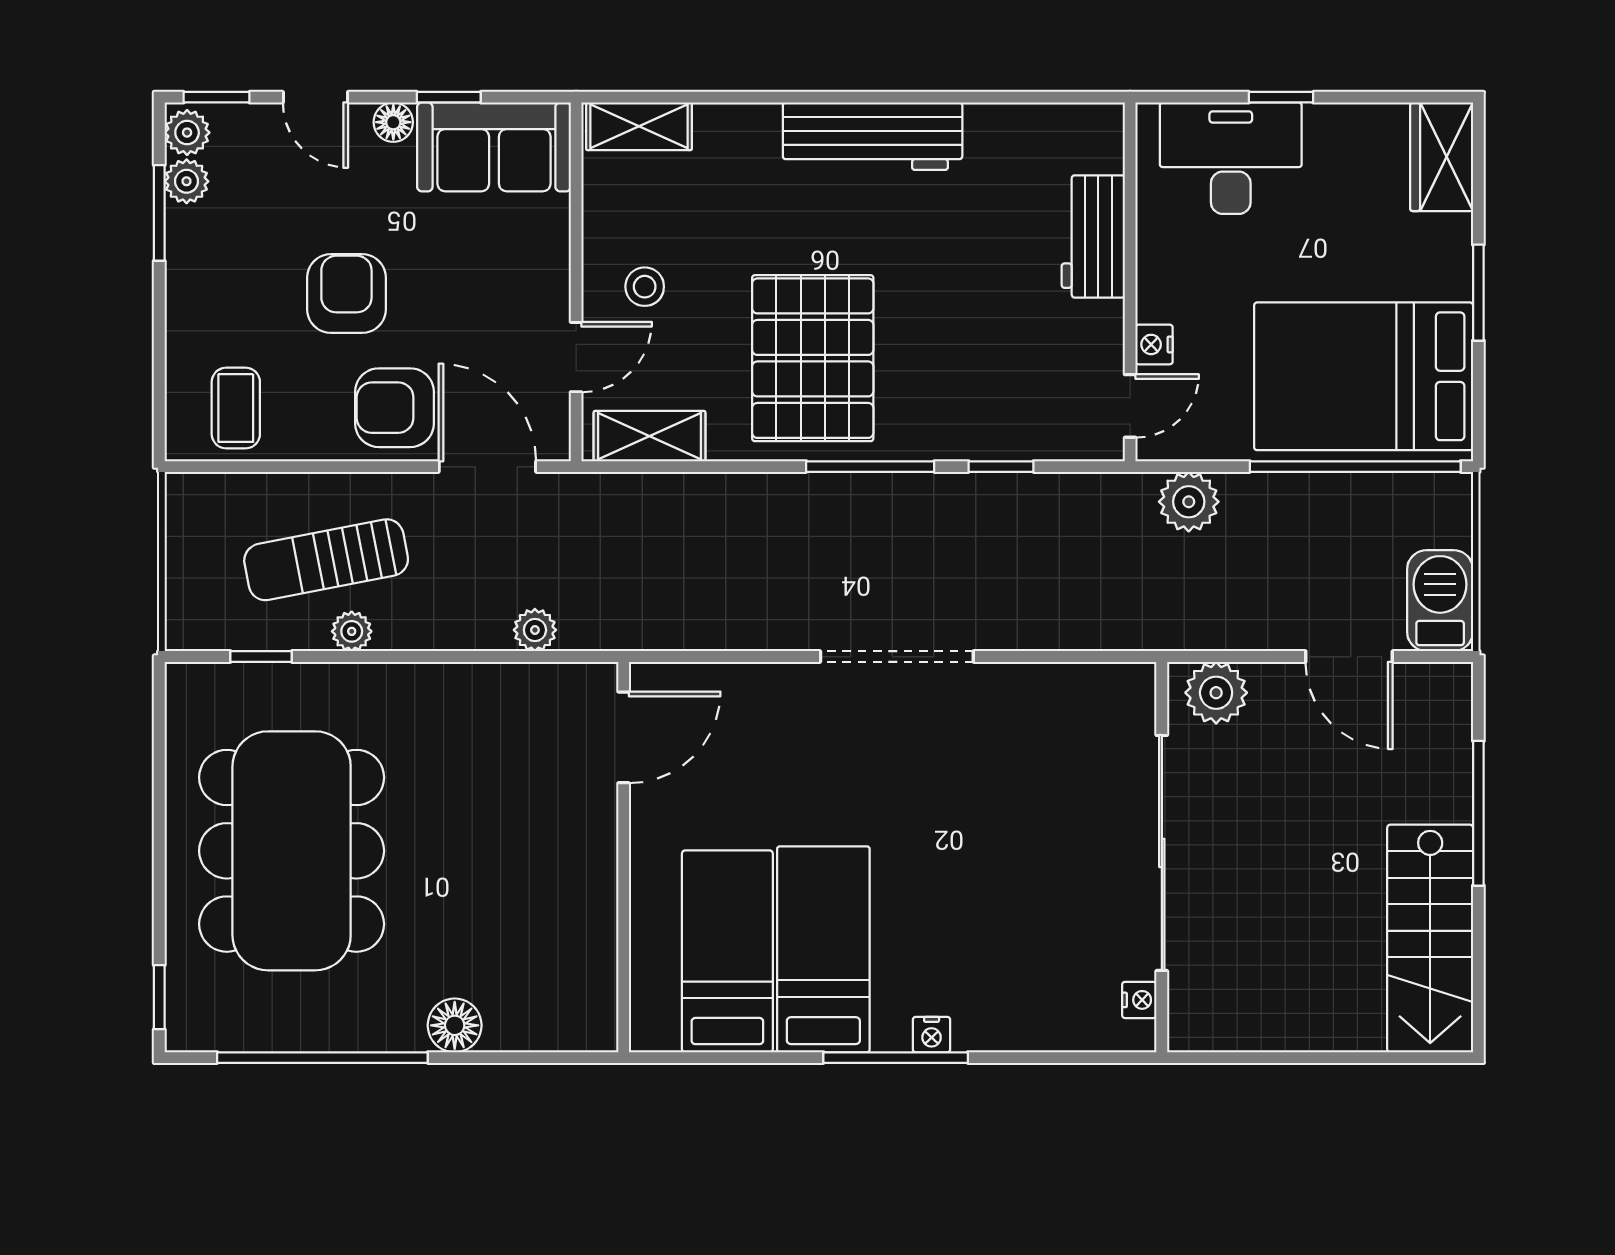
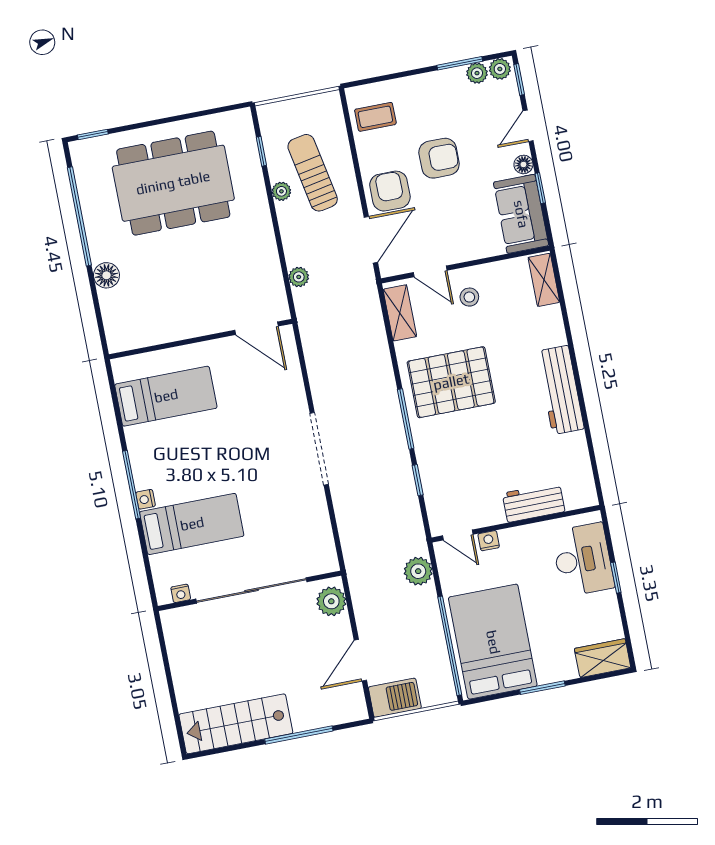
bed: (823, 949) -> (192, 524), moved

